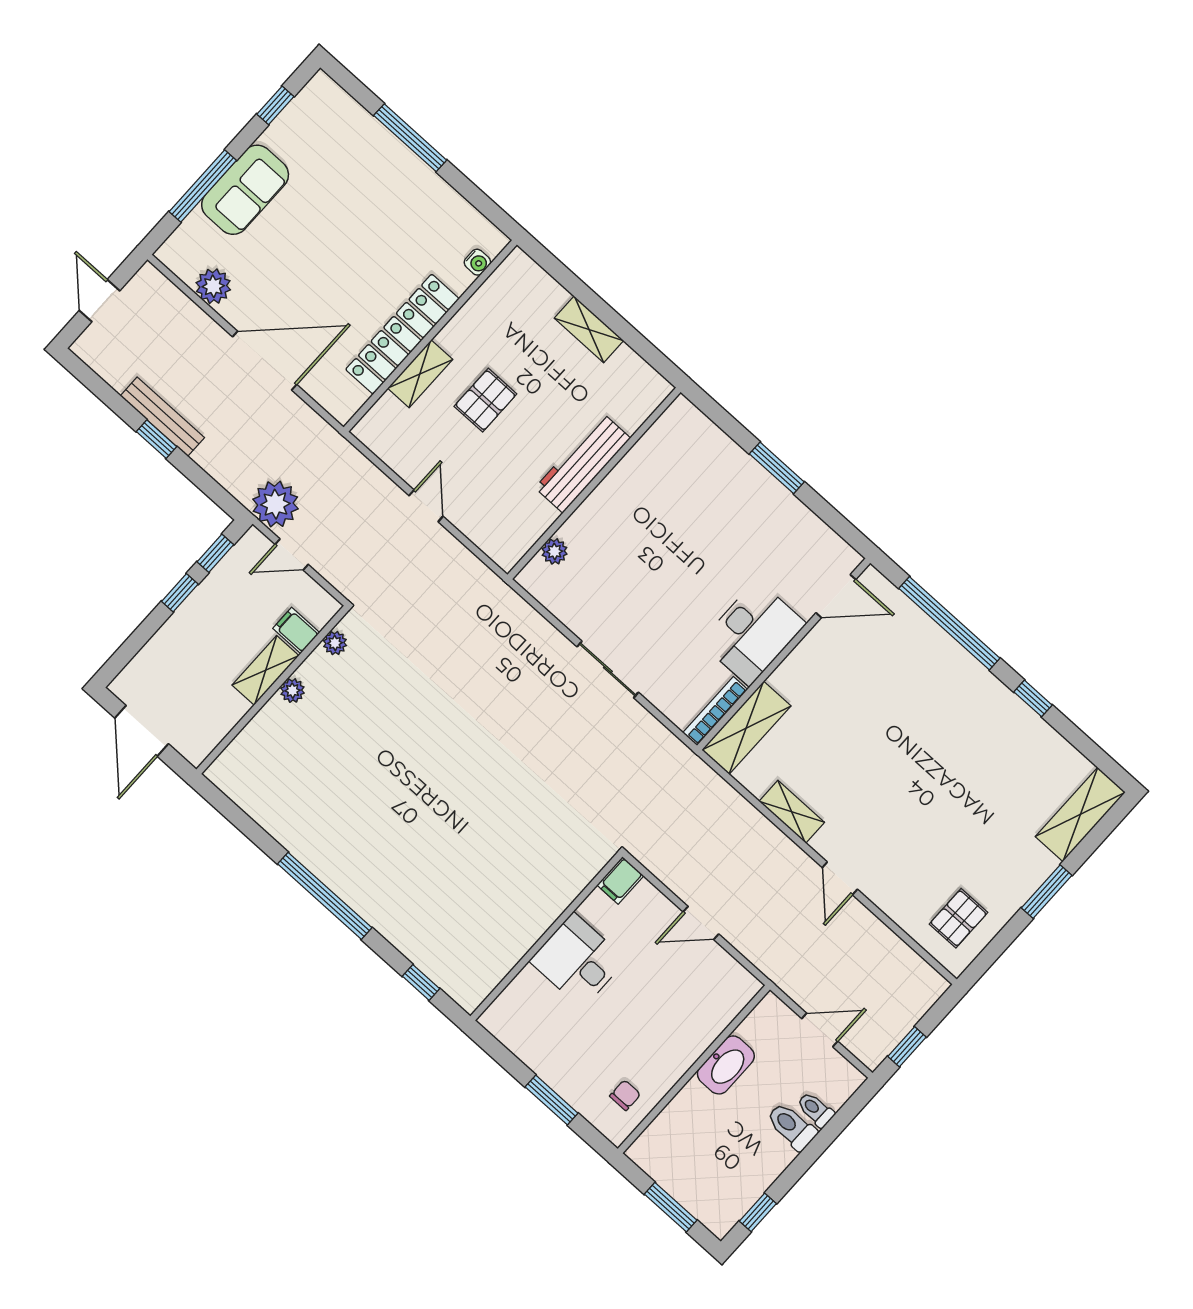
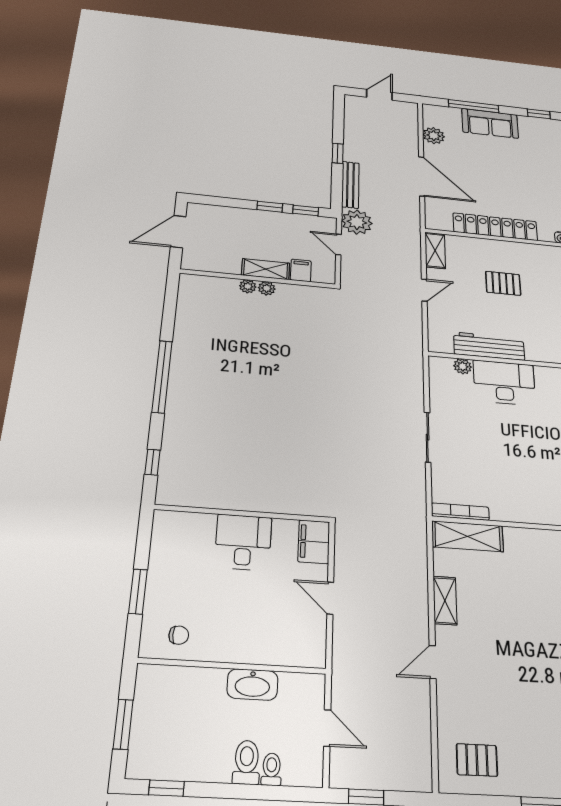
shelving: (420, 374) -> (435, 250), moved, turned 90
bench: (162, 417) -> (350, 185), moved
workbench: (583, 463) -> (489, 346), moved
desk: (753, 633) -> (504, 383), moved, turned 180
plant: (335, 643) -> (248, 286), moved
filing cabinet: (620, 881) -> (314, 542), width x2.00

